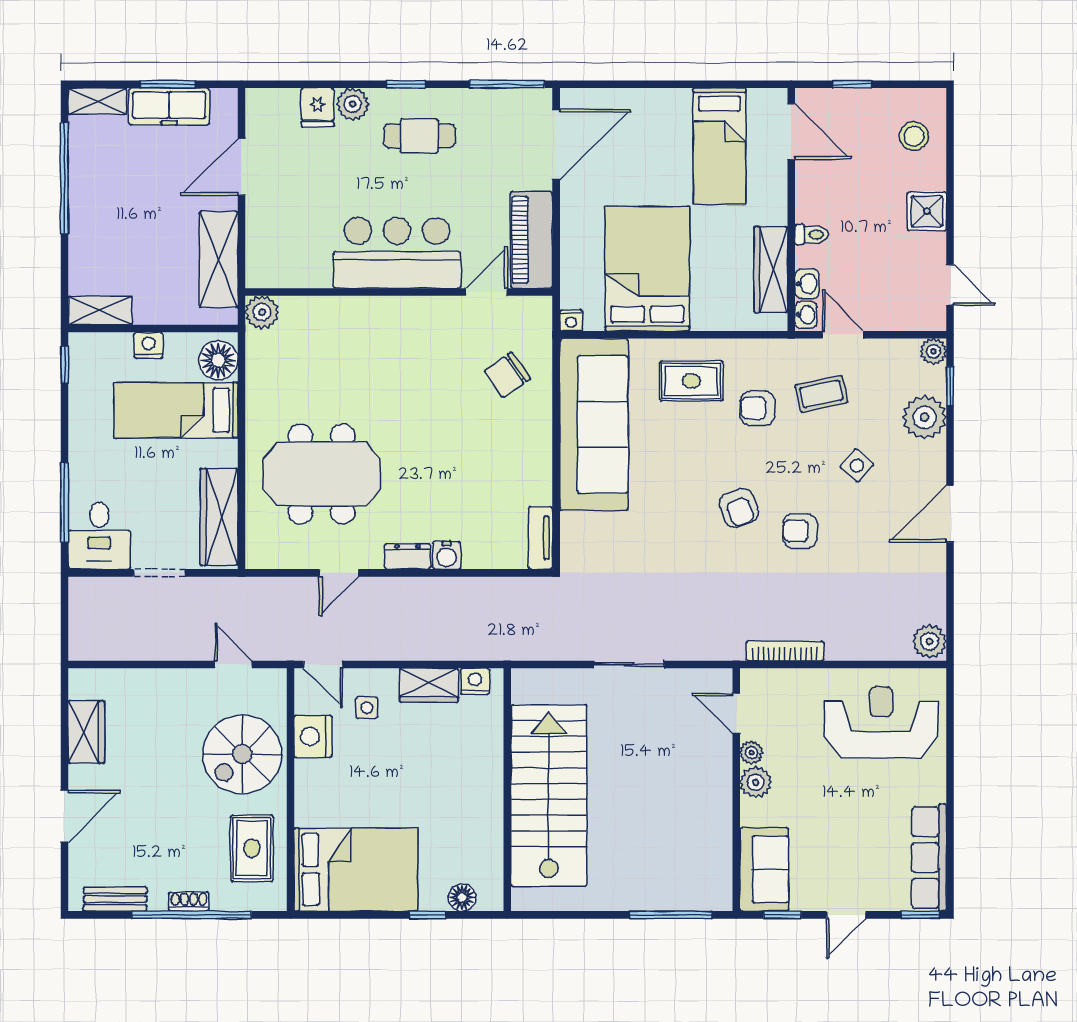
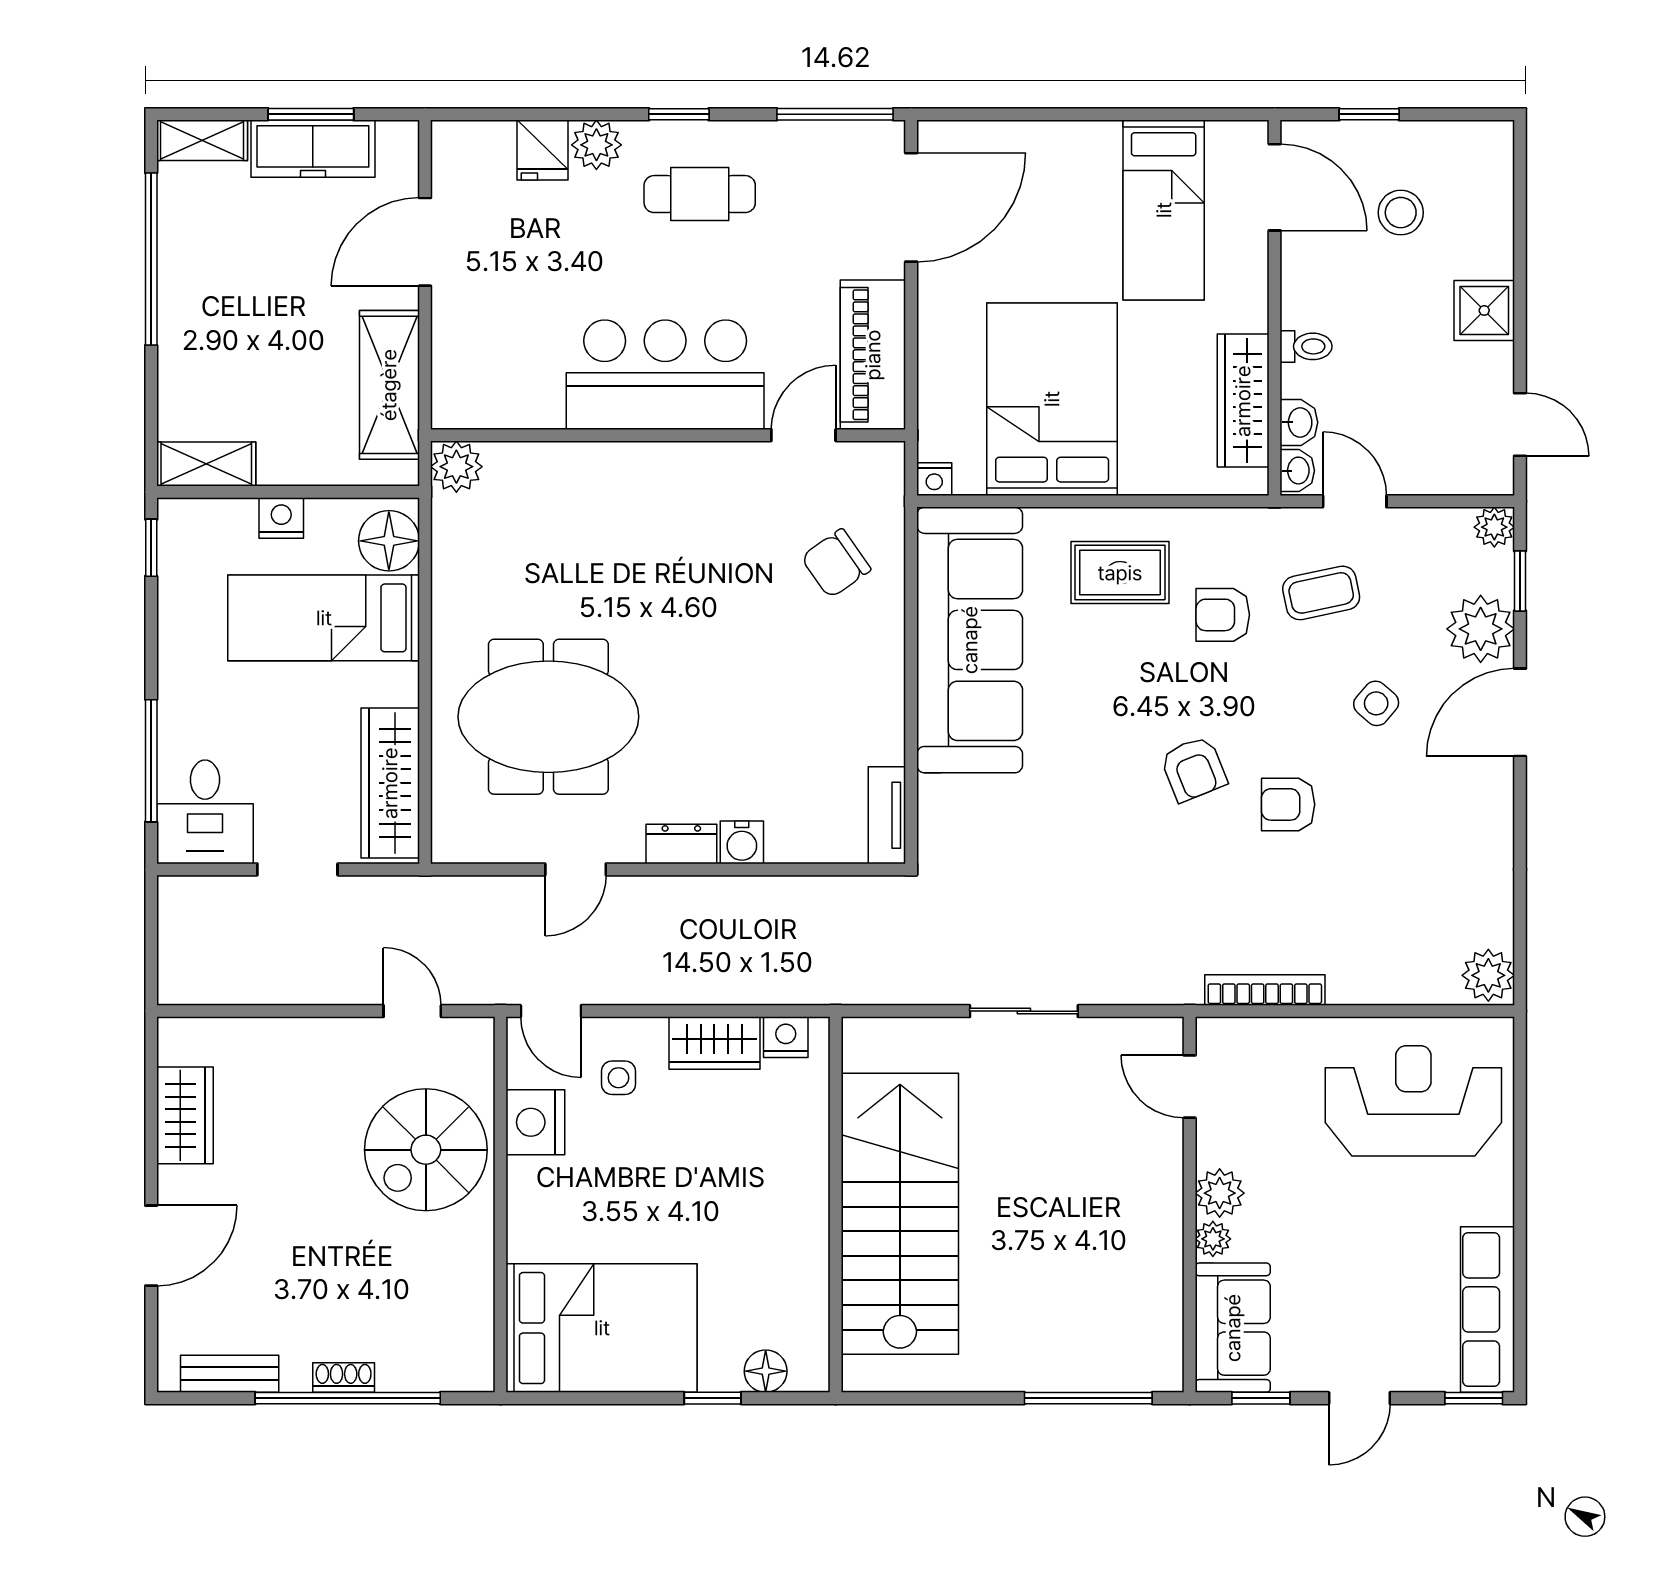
stool: (914, 136) -> (1401, 213), moved
door: (950, 514) -> (1520, 712), moved
plant: (751, 753) -> (1213, 1239), moved
rug: (252, 848) -> (441, 1295), removed

